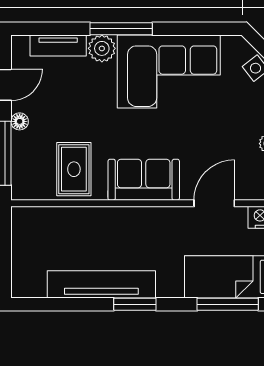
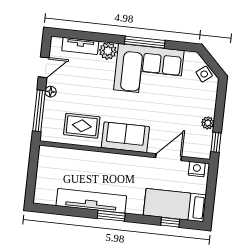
window: (121, 29) -> (145, 42), moved
rug: (74, 169) -> (82, 126), turned 90
window: (228, 304) -> (170, 222), width x0.46

